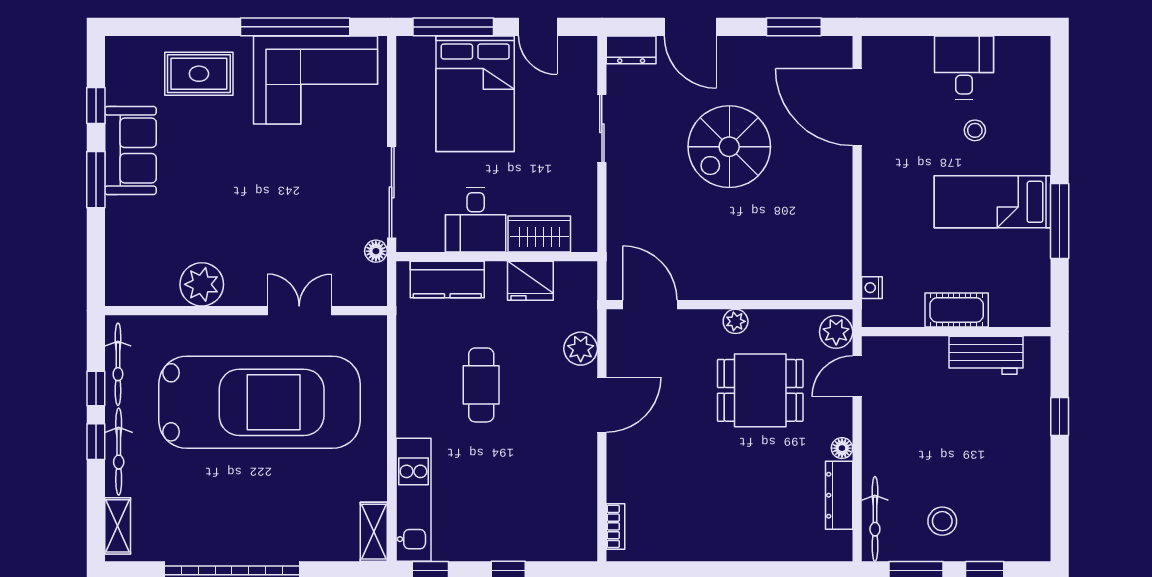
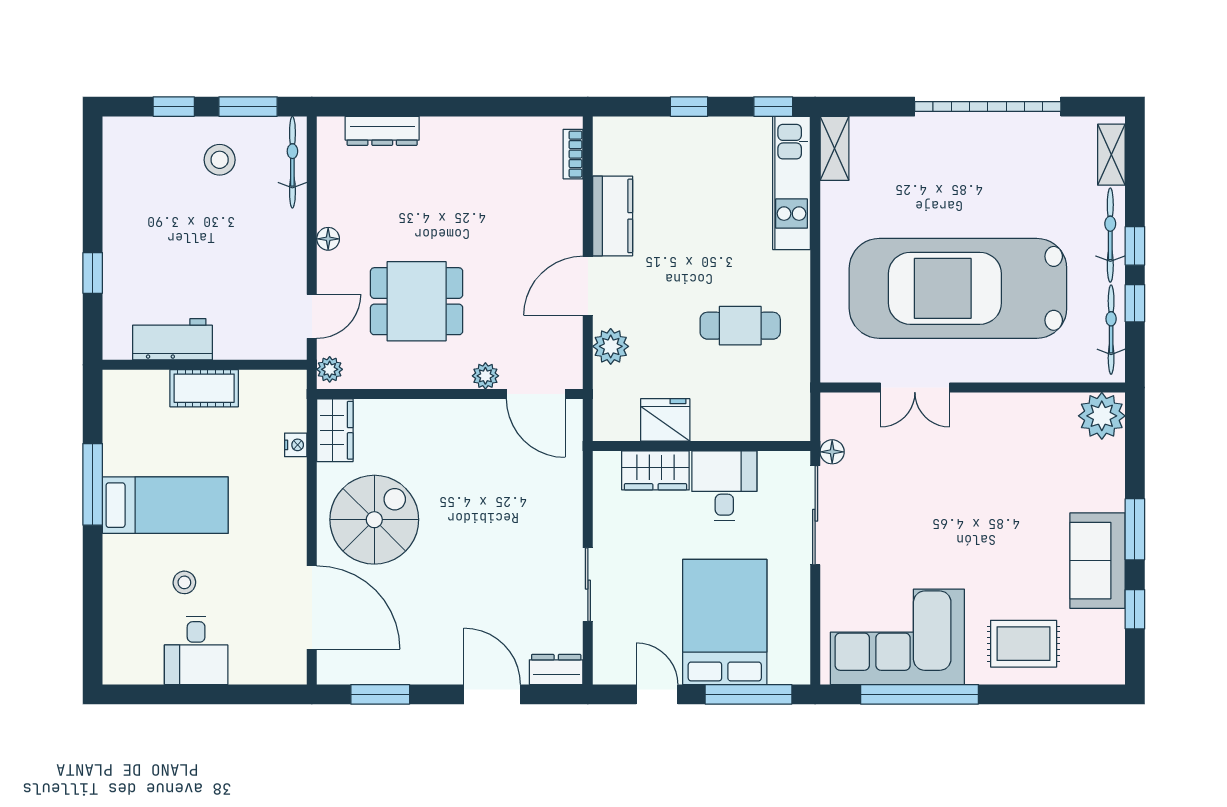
spiral stairs: (729, 147) -> (374, 520), moved
wardrobe: (836, 271) -> (335, 430), added
kitchen counter: (447, 280) -> (613, 216), moved, turned 90
plant: (202, 284) -> (1102, 416), moved
nightstand: (872, 288) -> (296, 445), moved
plant: (736, 321) -> (485, 376), moved
plant: (836, 332) -> (330, 369), width x0.73, depth x0.73
cafe table: (481, 385) -> (740, 326), moved, turned 90
dresser: (839, 495) -> (382, 131), moved, turned 90

